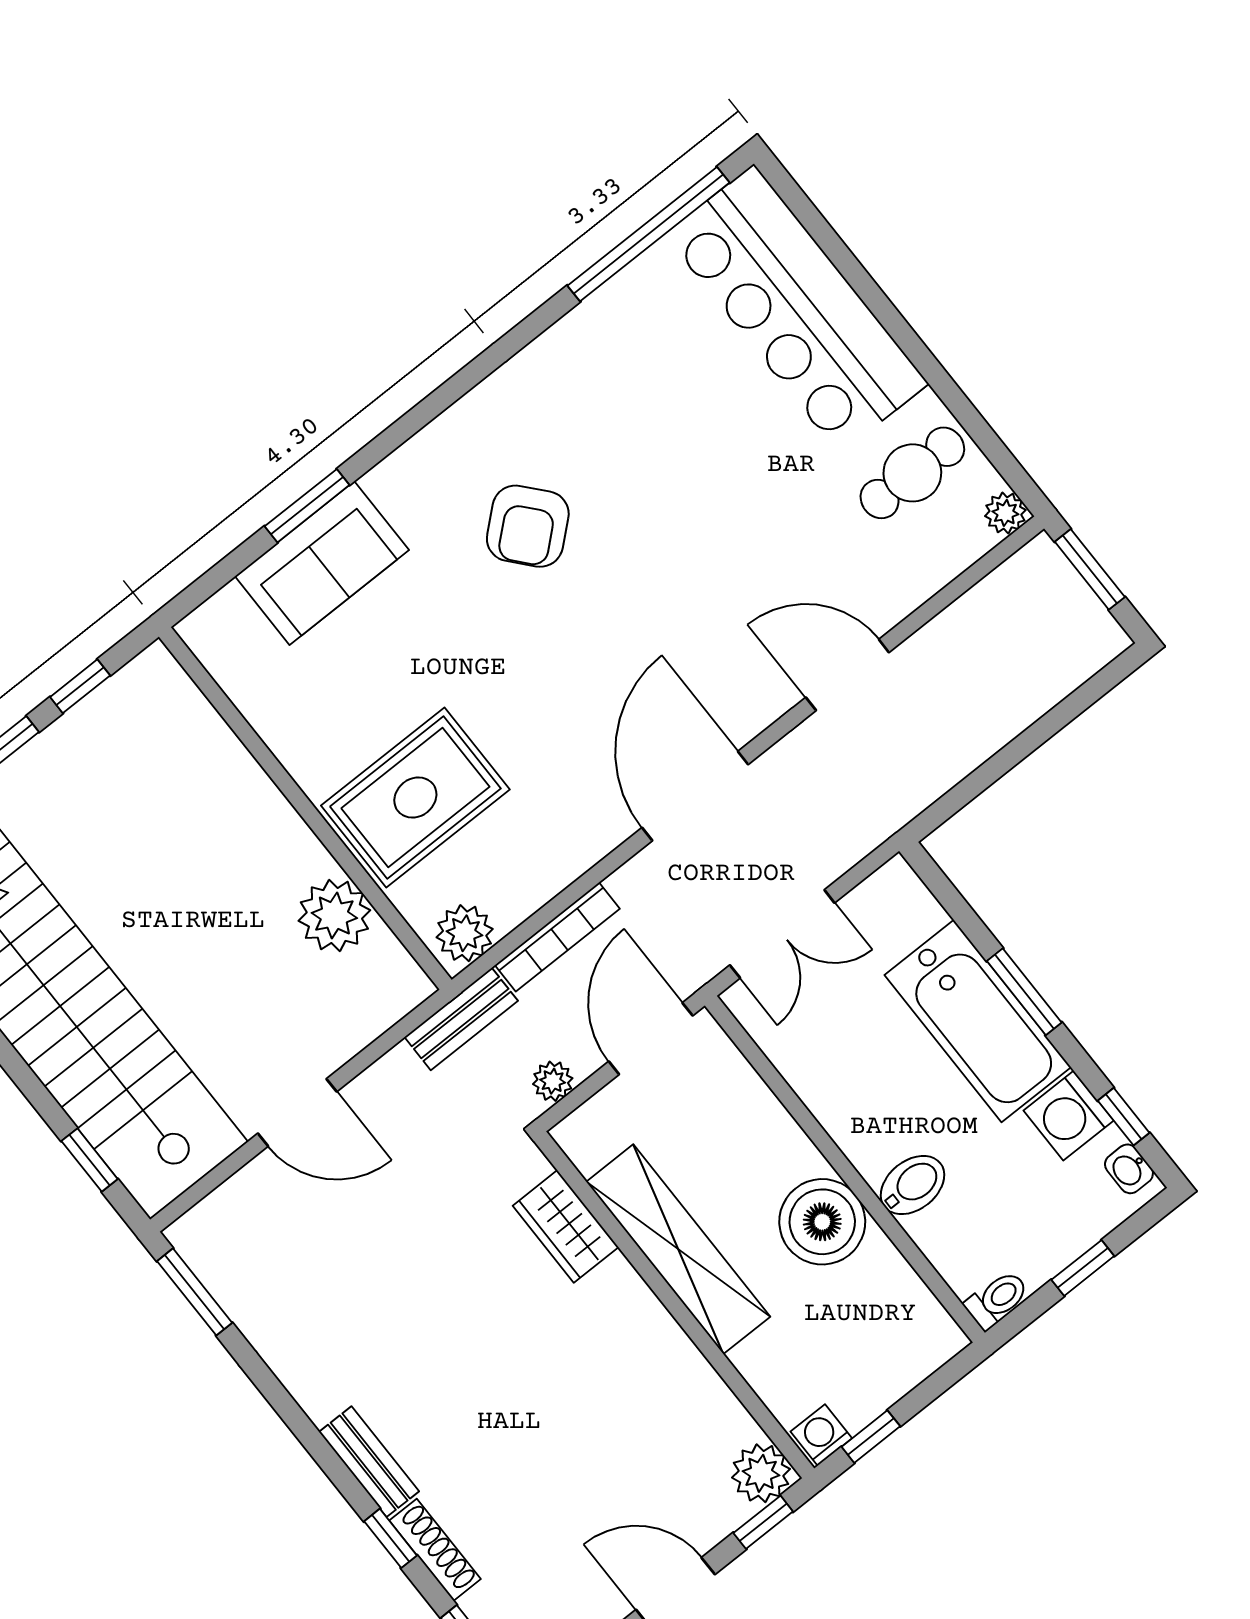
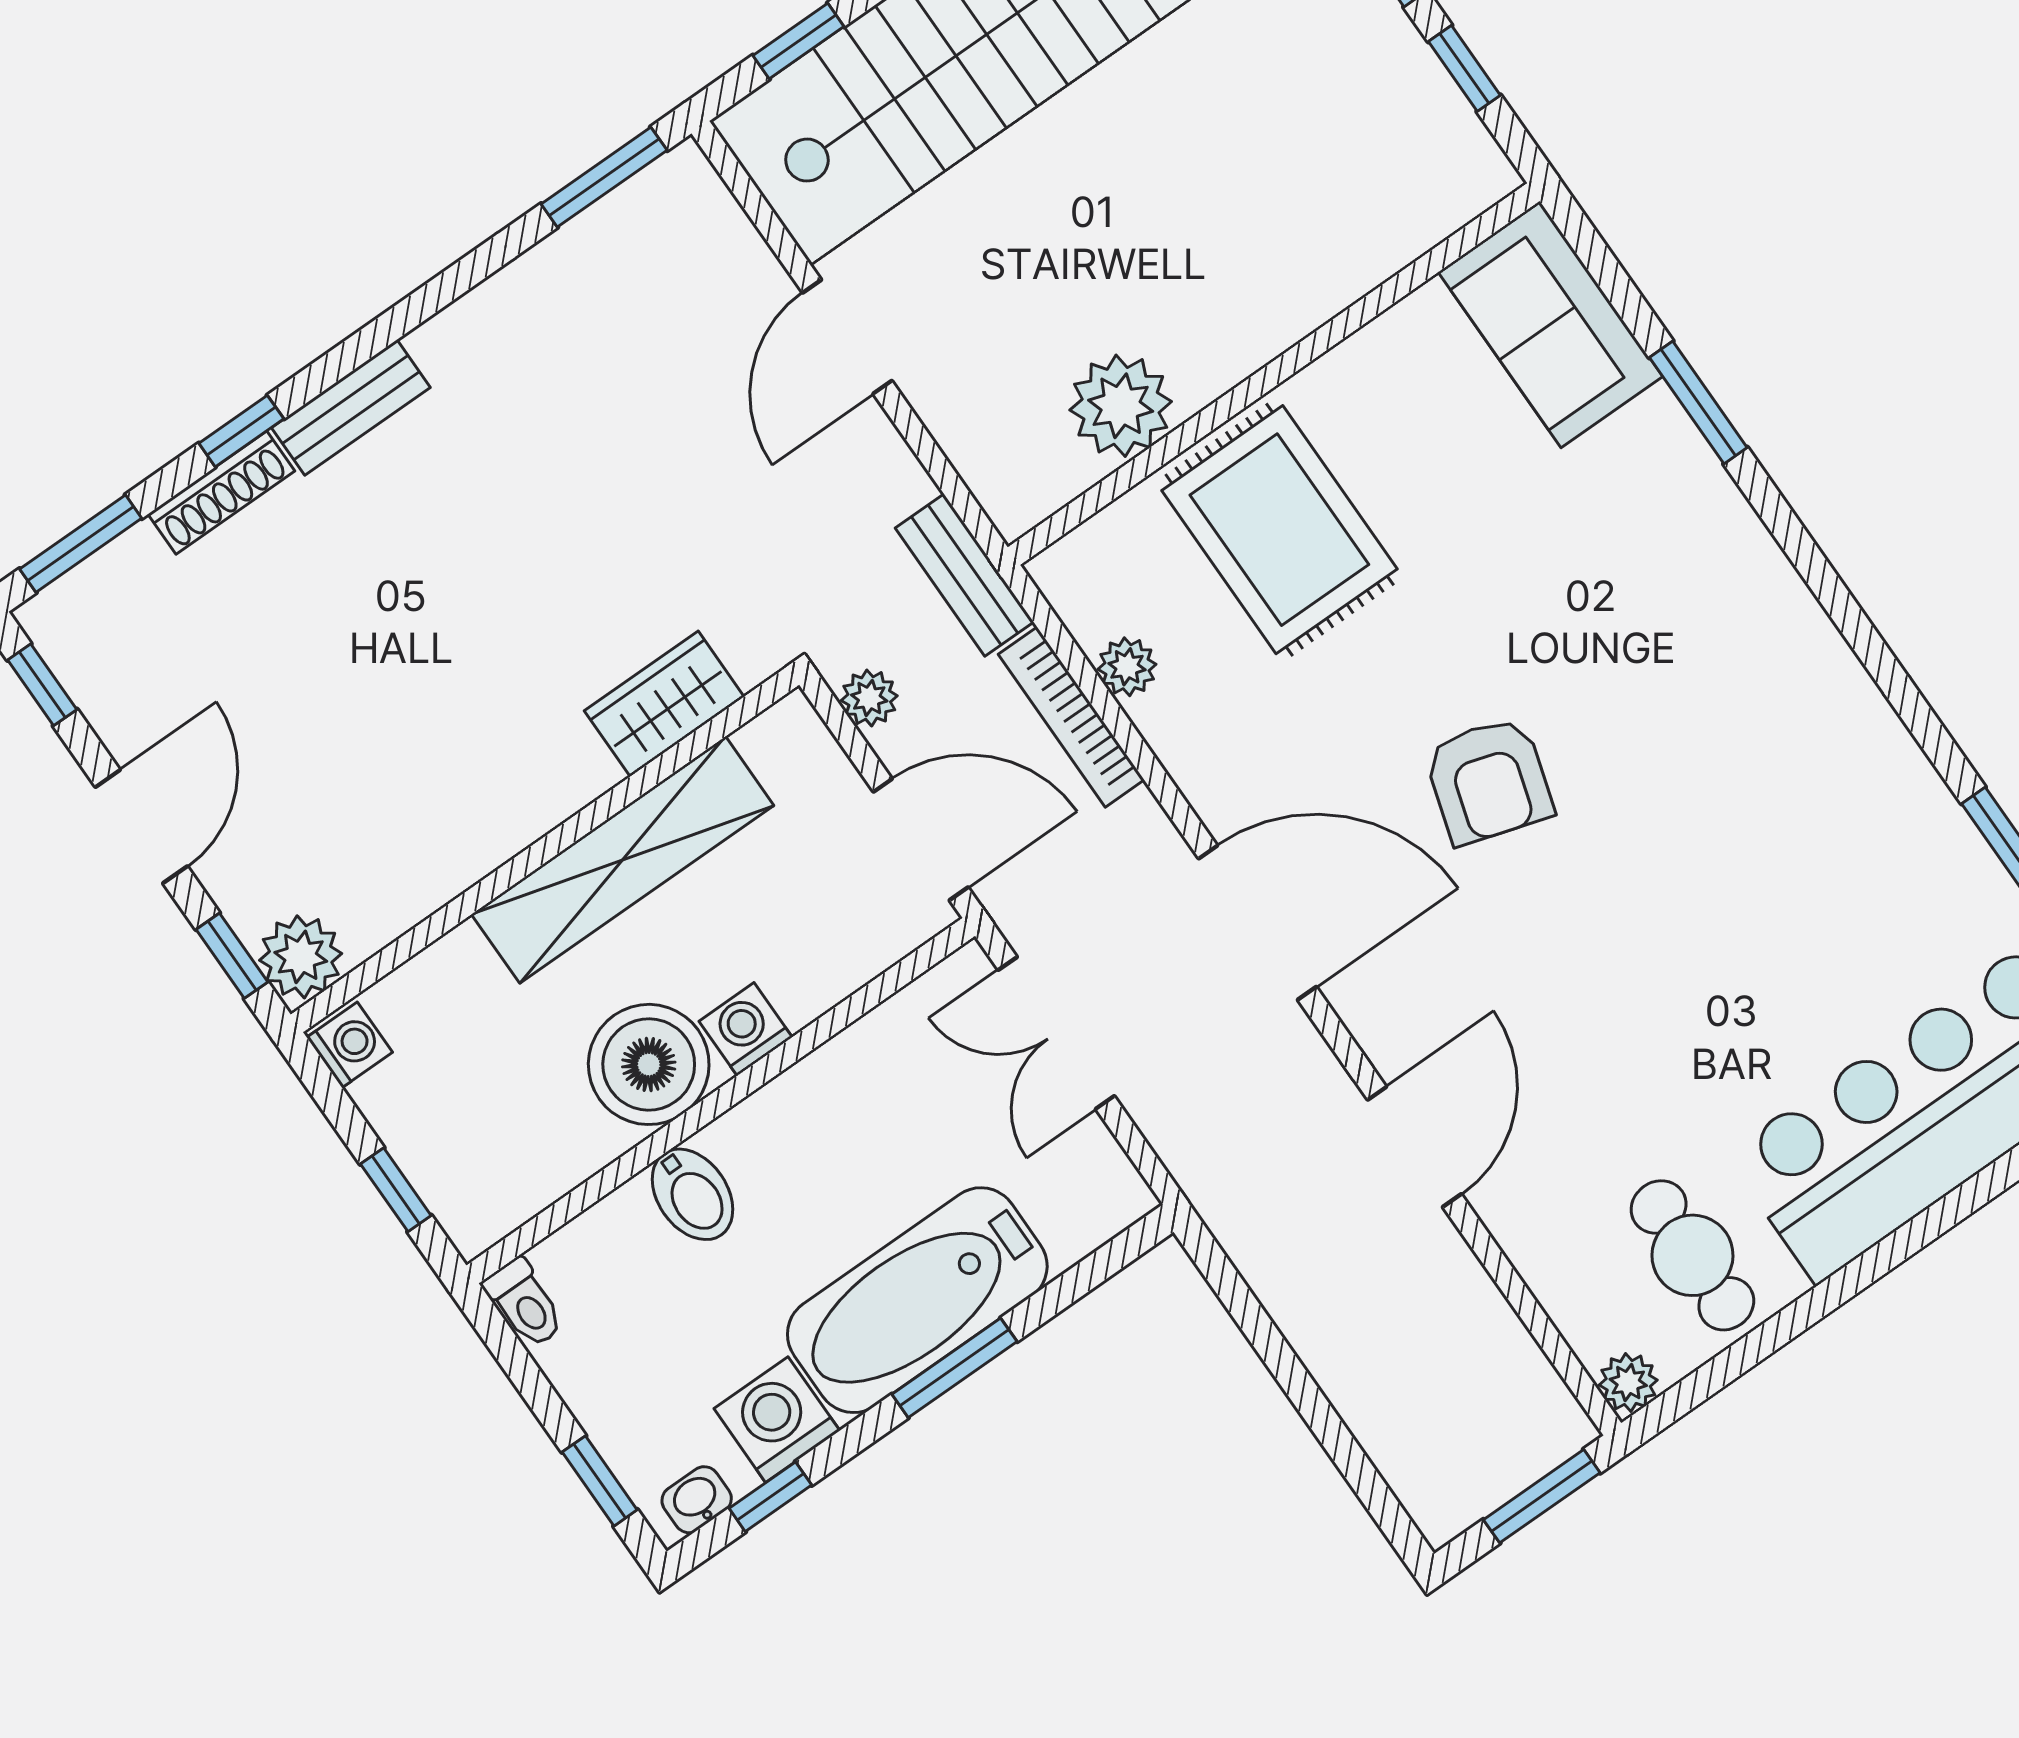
armchair: (528, 526) -> (1489, 781), moved, turned -122
sofa: (322, 563) -> (1550, 324), moved
plant: (465, 933) -> (1127, 667), moved, width x0.73, depth x0.73
washing machine: (793, 1155) -> (746, 1029), added
window: (1083, 1268) -> (600, 1481), moved
window: (871, 1437) -> (396, 1190), moved

